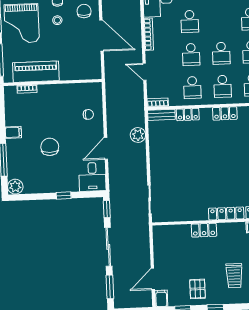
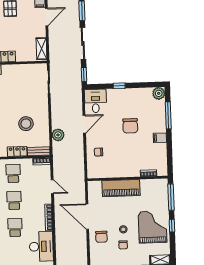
piano: (36, 72) -> (121, 188), moved
stool: (177, 149) -> (26, 124), added
shelving: (159, 240) -> (41, 49), added

